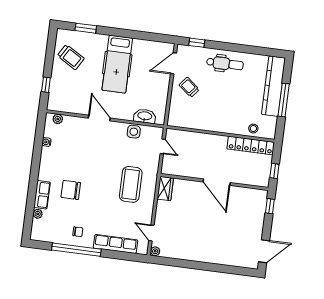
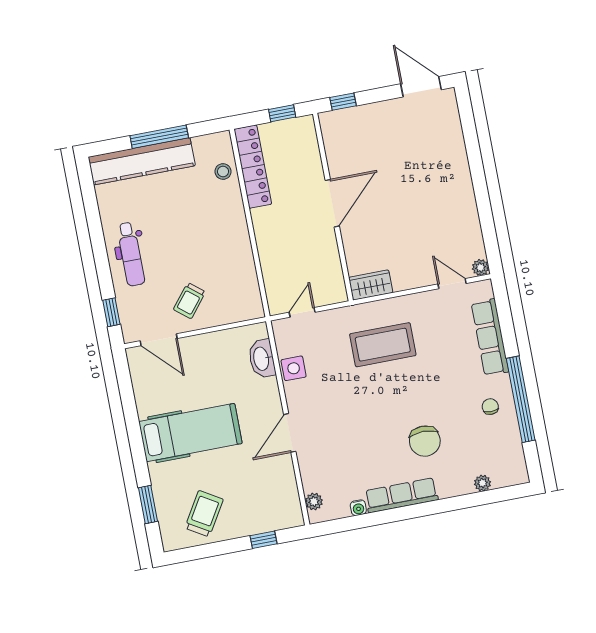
dental chair: (225, 64) -> (131, 254), turned 180
row of seats: (42, 195) -> (401, 495), moved, width x1.48
door: (151, 233) -> (452, 284), swing flipped

